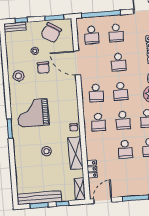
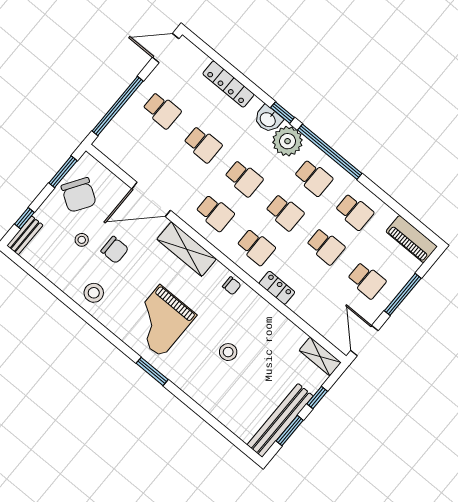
school desk: (92, 35) -> (367, 280), moved
shelving: (75, 153) -> (187, 249), moved
locker: (92, 169) -> (277, 288), moved

